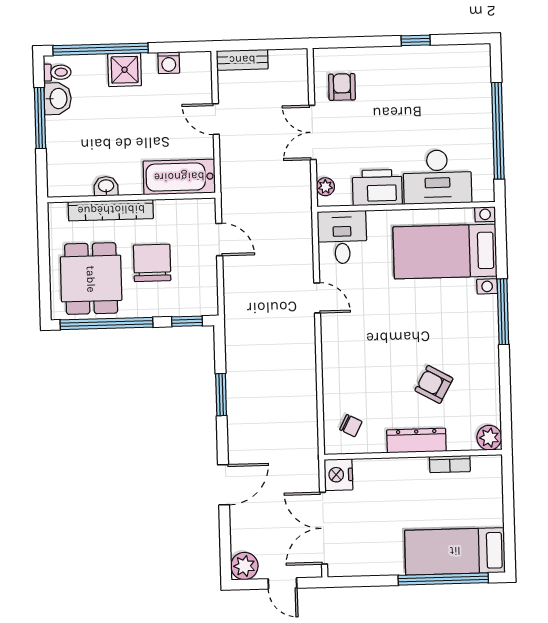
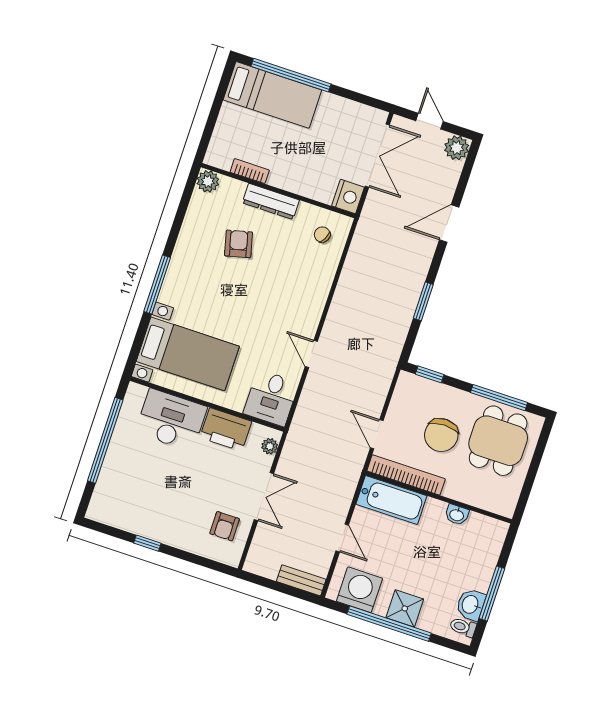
window: (101, 49) -> (389, 624), moved
washing machine: (169, 63) -> (359, 590), width x1.89, depth x1.89
bookcase: (111, 210) -> (406, 475), moved
window: (107, 323) -> (499, 398), width x0.68
armchair: (434, 384) -> (239, 244), turned -133

